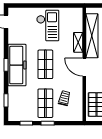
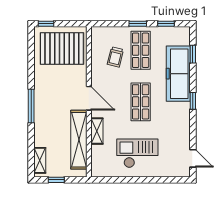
checkout: (48, 26) -> (137, 153), turned 90
freezer: (17, 65) -> (178, 74), moved

